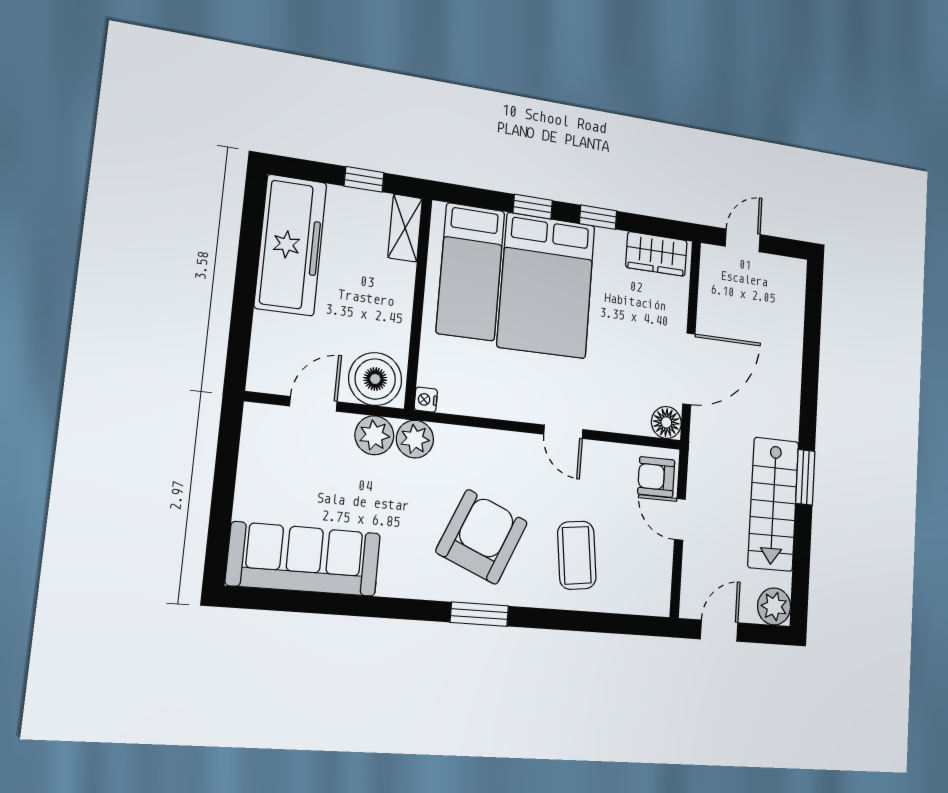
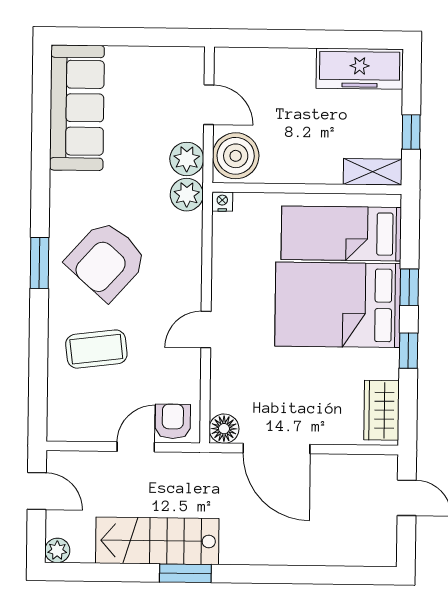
freezer: (291, 245) -> (360, 69), width x0.73, depth x0.79
armchair: (482, 537) -> (106, 260), turned 109
plant: (774, 606) -> (57, 550), width x0.73, depth x0.73

